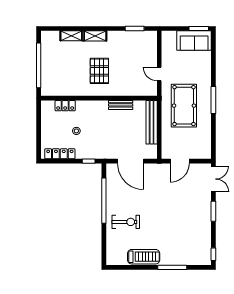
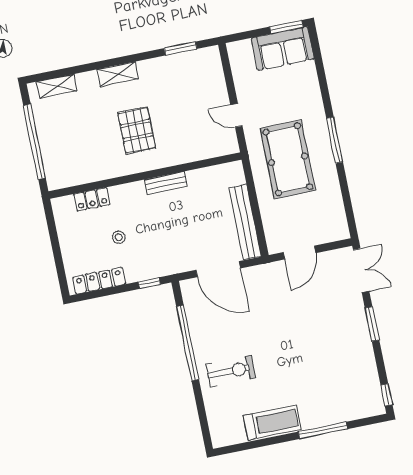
shelving: (71, 36) -> (57, 86), moved
bench: (121, 105) -> (166, 183), moved
bench: (152, 122) -> (245, 222), moved

